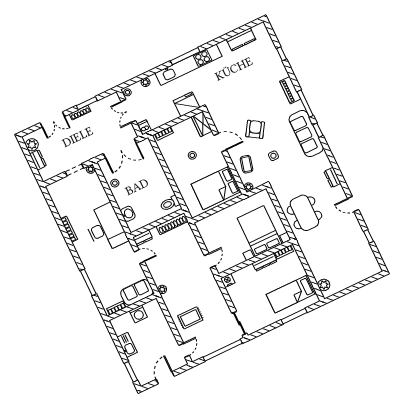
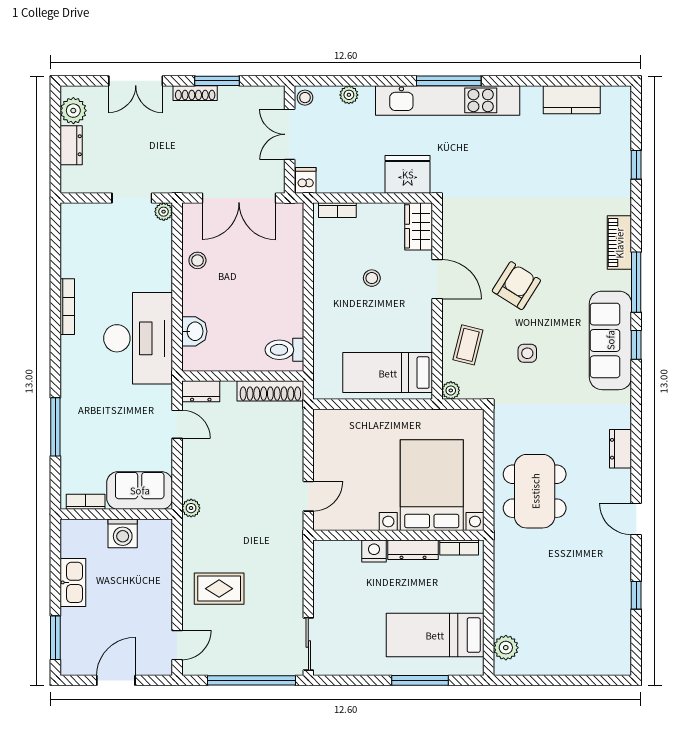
bed: (216, 188) -> (388, 373), width x0.67
nightstand: (228, 281) -> (374, 551), moved

